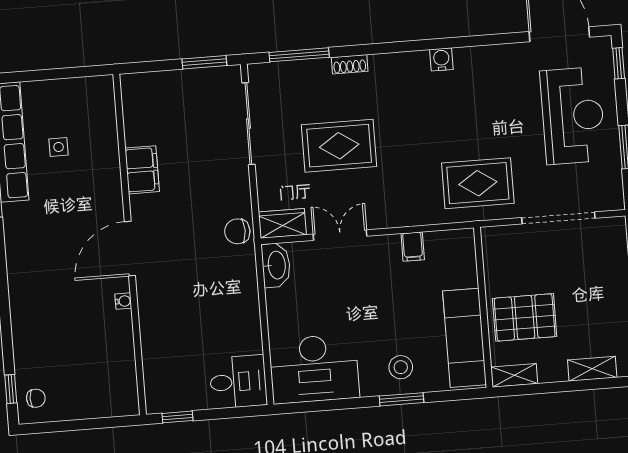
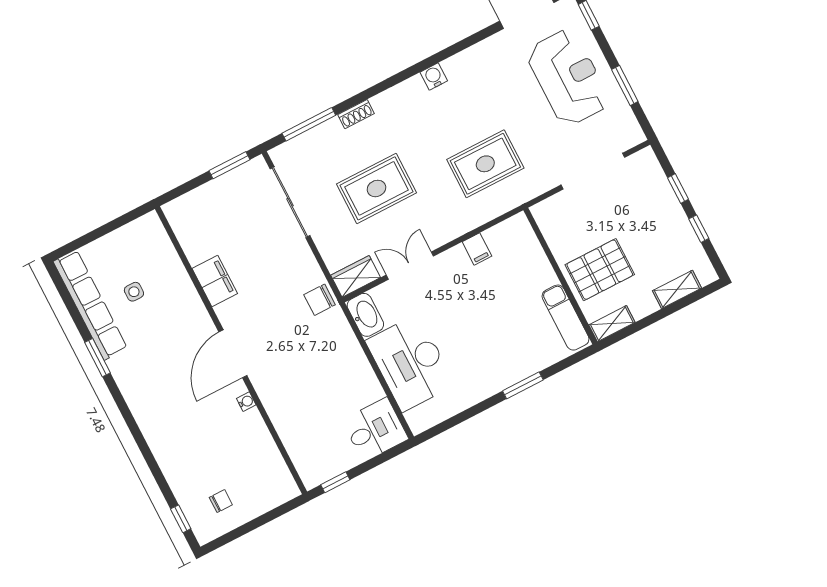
rug: (478, 183) -> (485, 164), moved
exam couch: (465, 338) -> (566, 318), width x0.73, depth x0.69
stool: (401, 367) -> (511, 358), removed
desk: (314, 369) -> (410, 363), moved, turned 90
chair: (36, 398) -> (221, 501), moved

